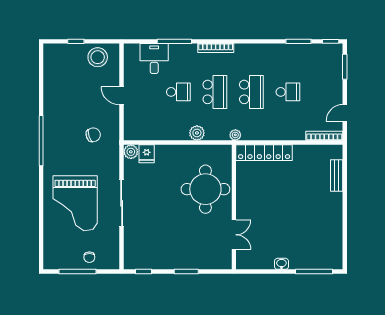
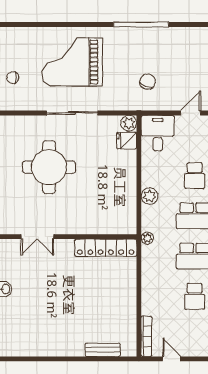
desk: (140, 125) -> (158, 133), added
chair: (93, 135) -> (147, 82), turned -140
locker: (264, 153) -> (106, 248), moved, turned -90
round table: (205, 189) -> (49, 167), moved

